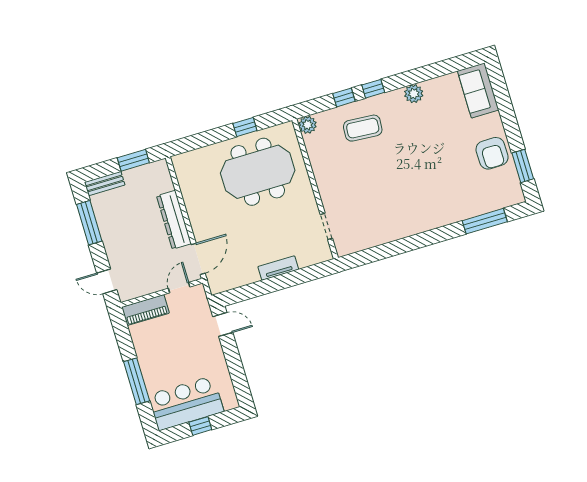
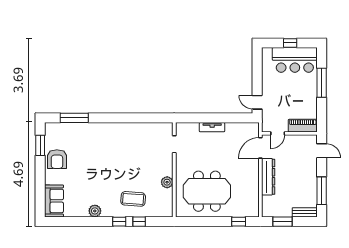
plant: (308, 125) -> (167, 182), moved
window: (245, 127) -> (239, 222), moved
armchair: (492, 153) -> (57, 159), turned 180

